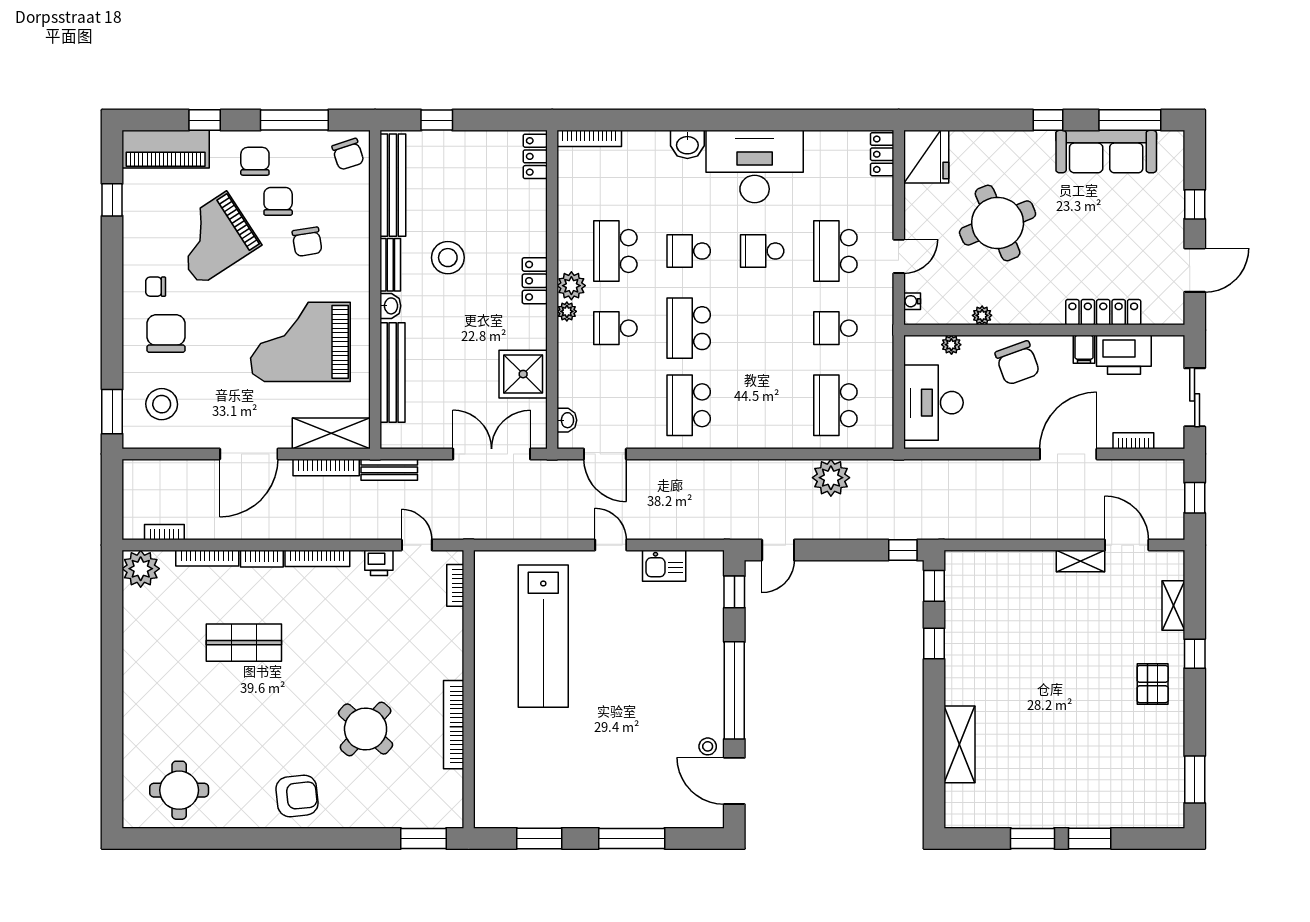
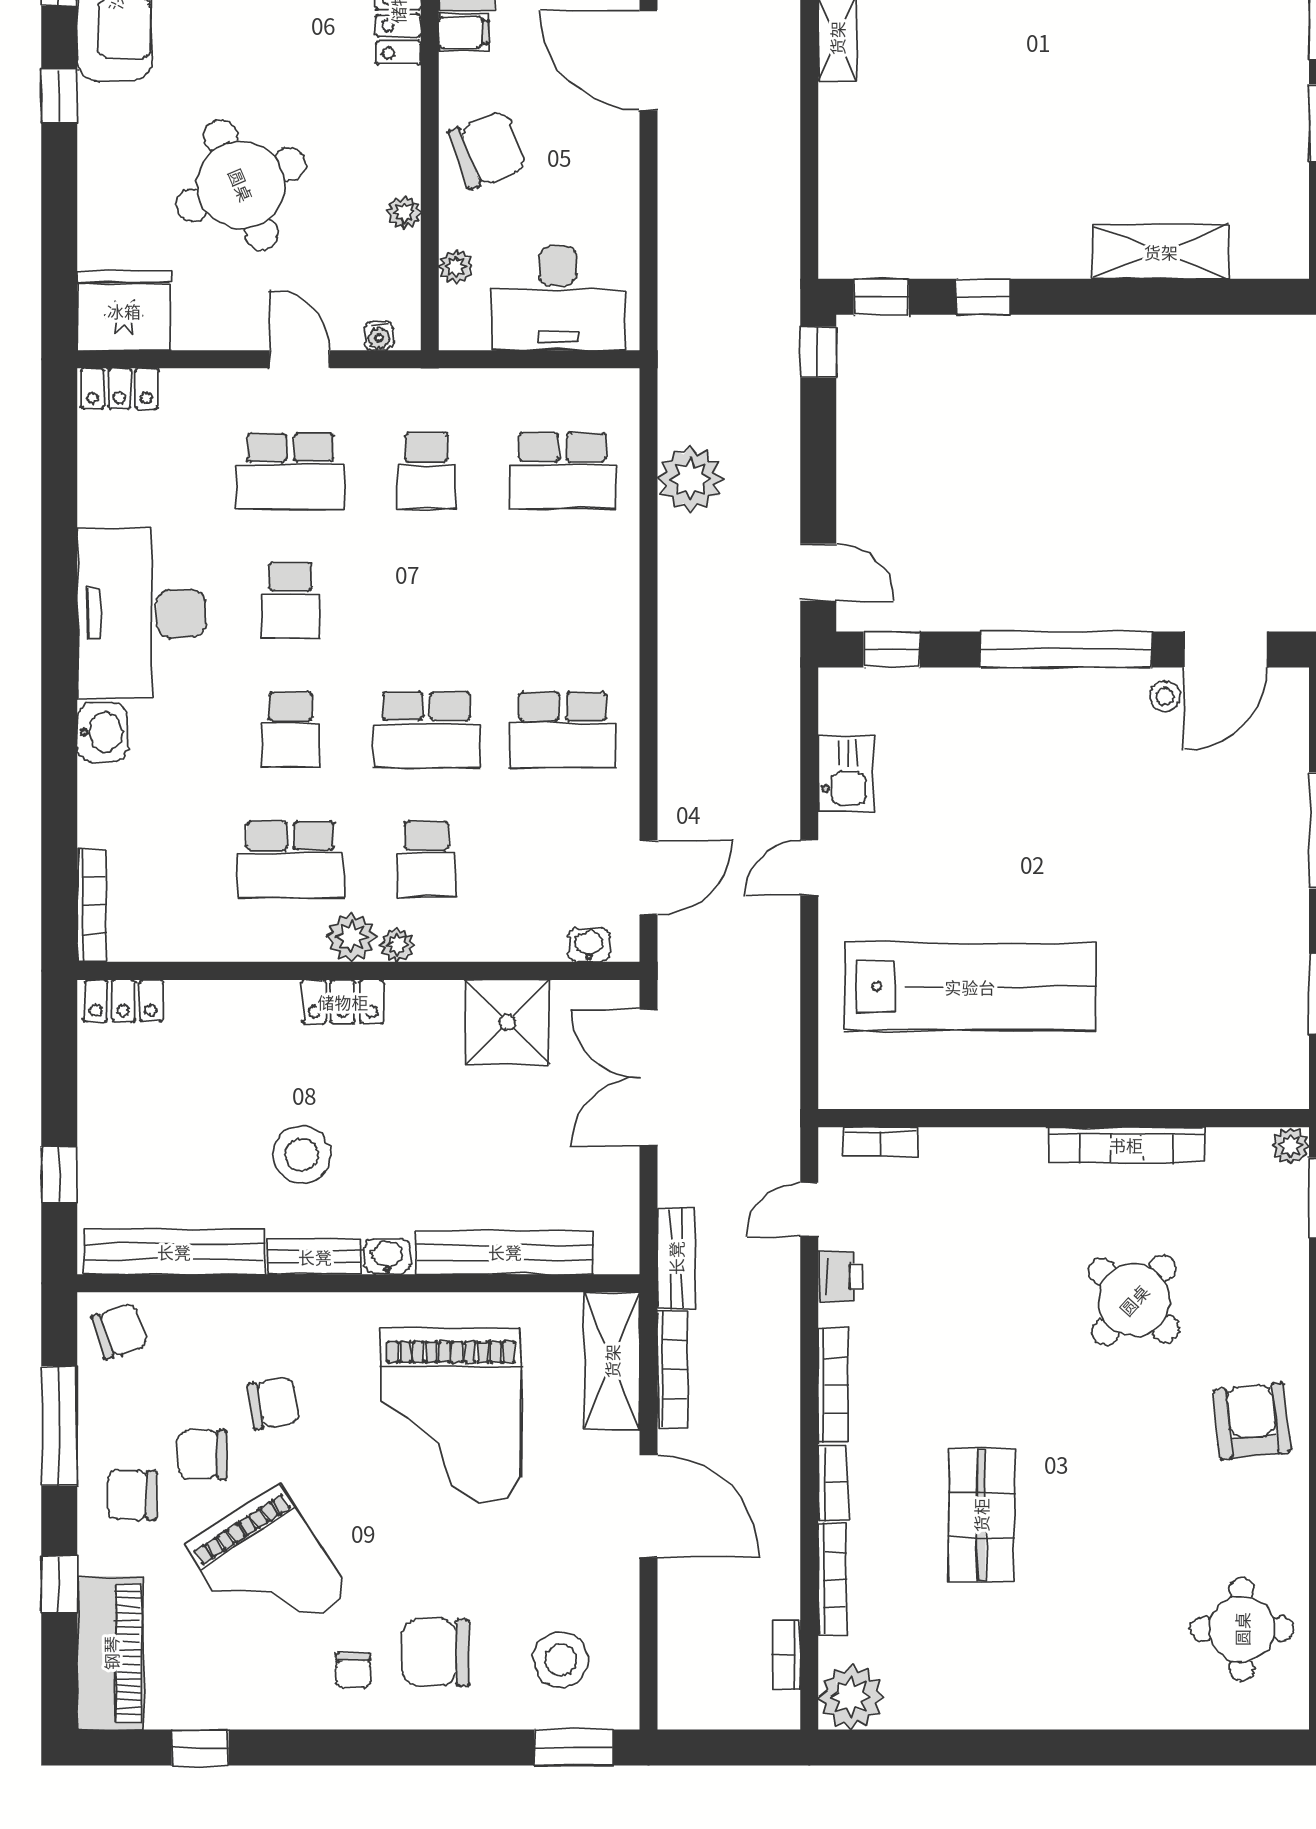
plant: (453, 818) -> (1291, 1146), added

